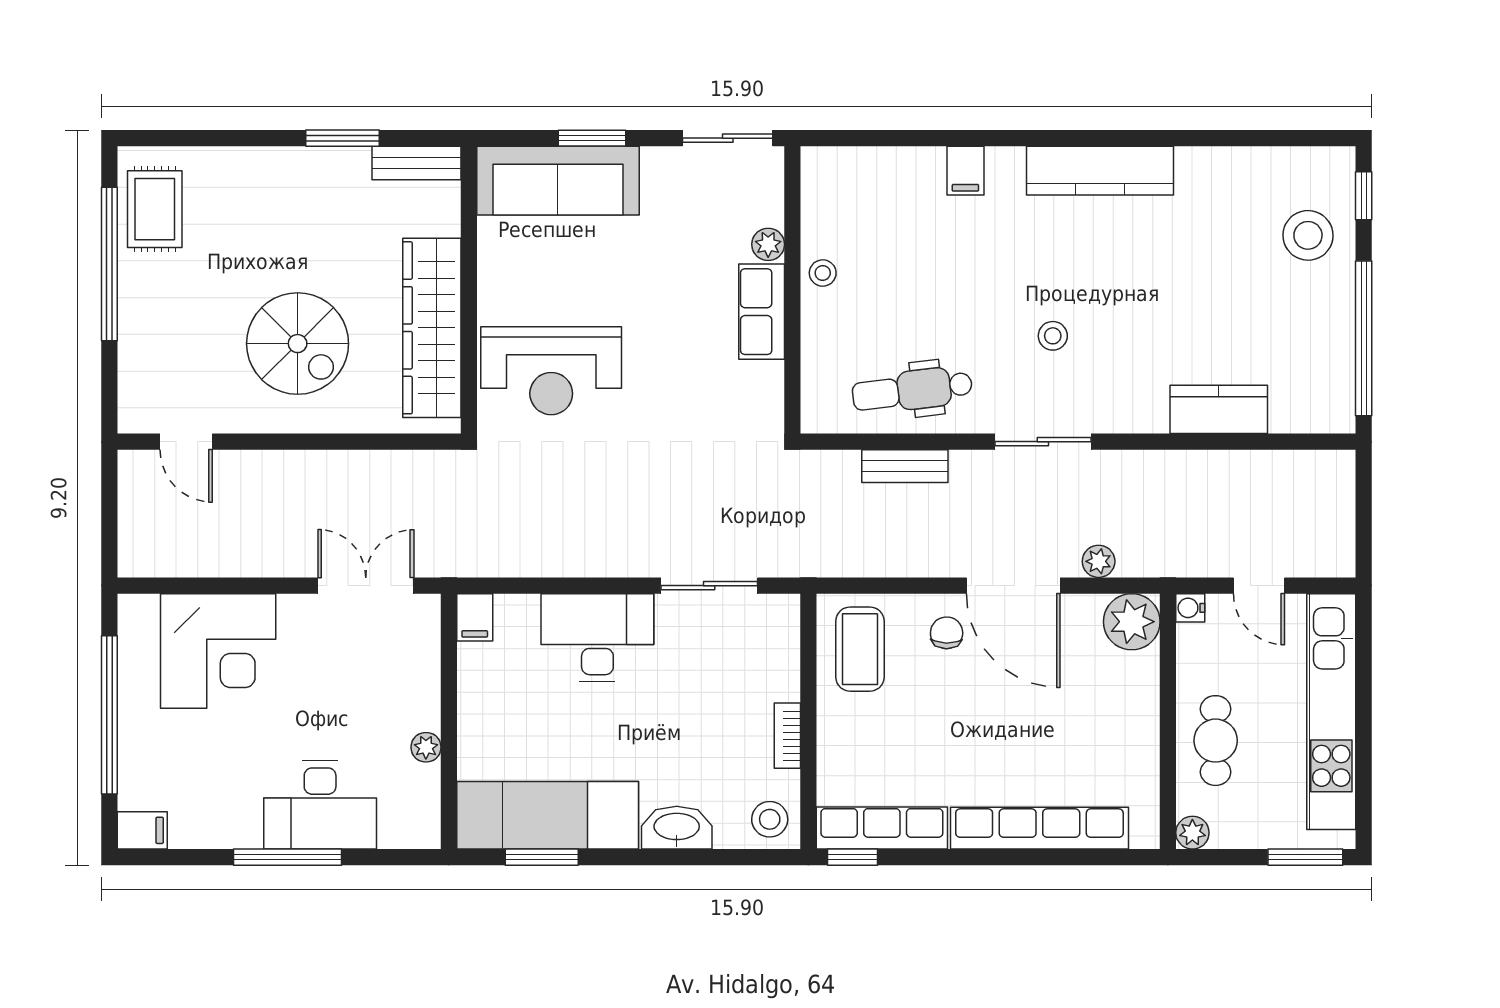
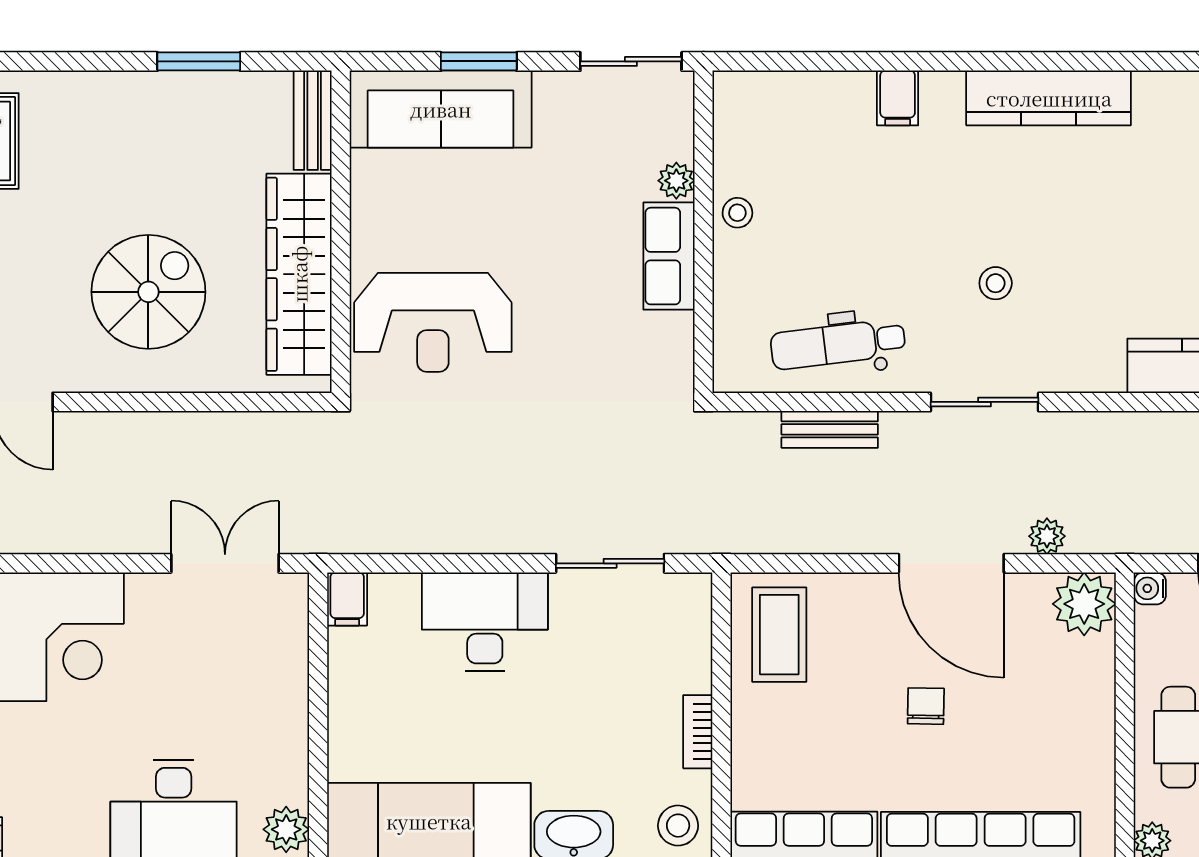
bench: (417, 163) -> (313, 120), moved, turned 90
spiral stairs: (298, 344) -> (148, 292), turned -90
chair: (947, 633) -> (926, 706), moved
plant: (426, 747) -> (286, 829), moved, width x1.38, depth x1.38

